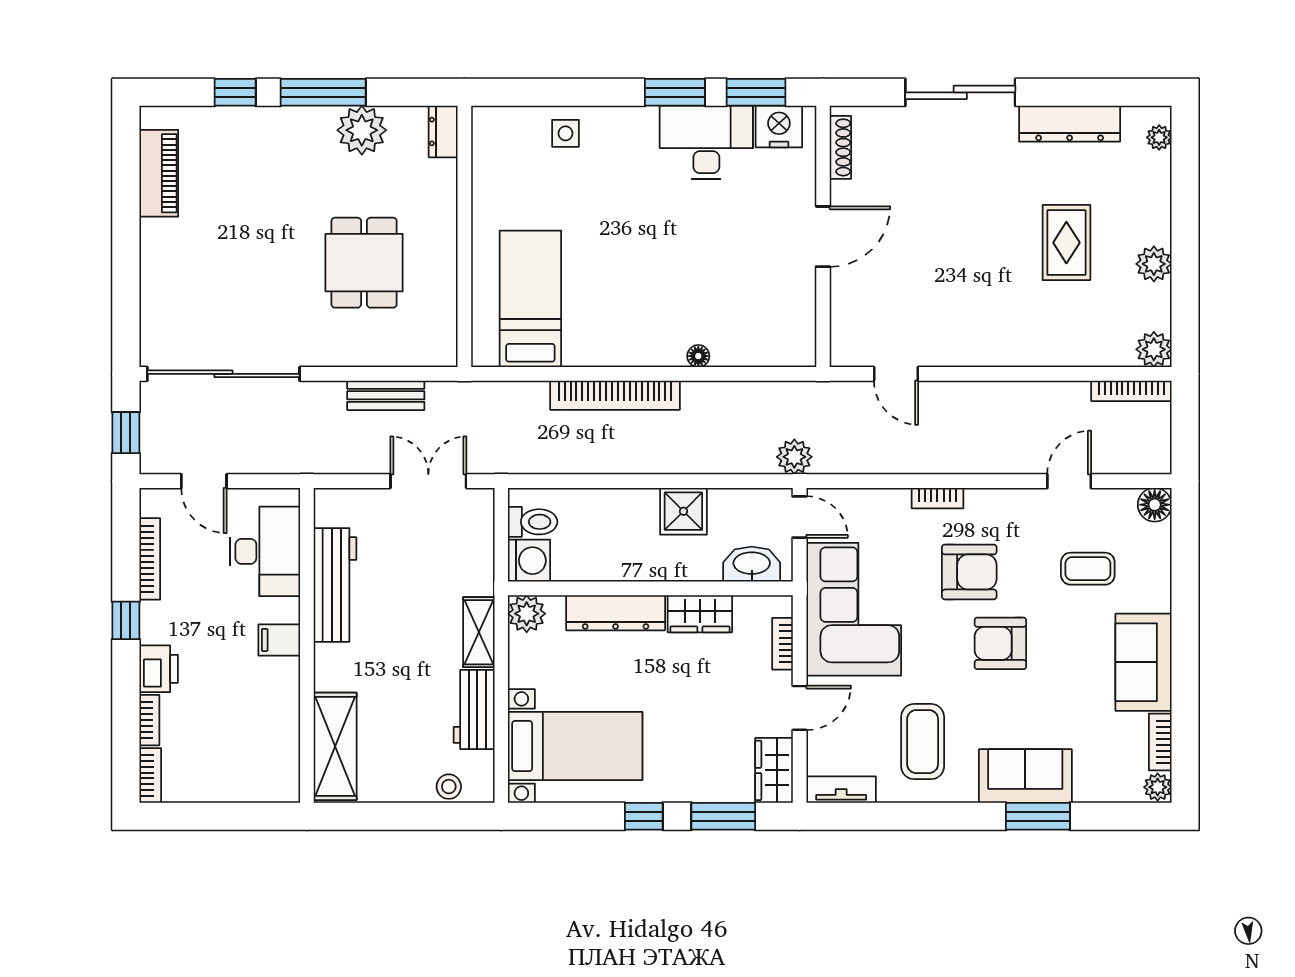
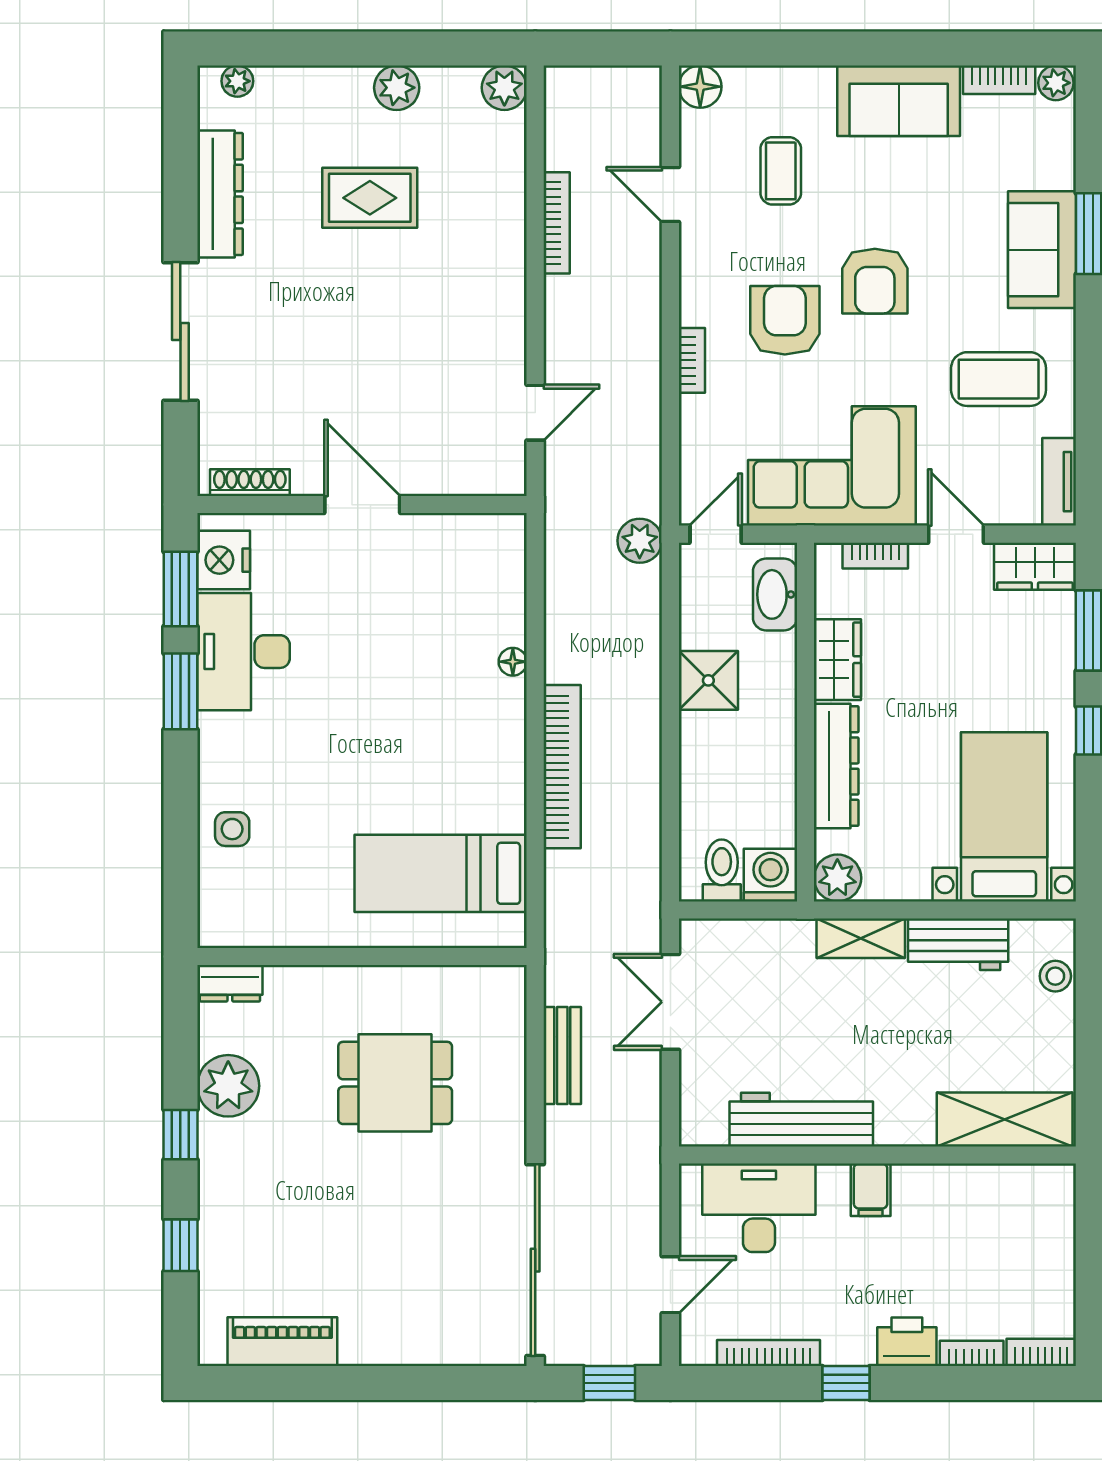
window: (323, 92) -> (180, 1135), width x0.46
bookcase: (1131, 391) -> (557, 223), moved

